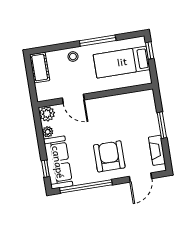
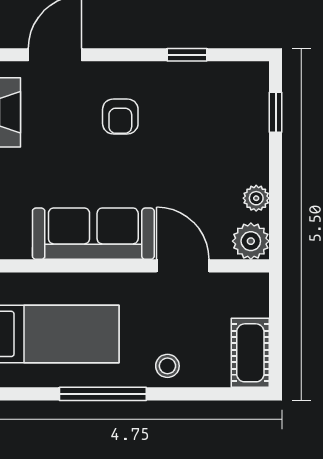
armchair: (109, 156) -> (120, 116), width x0.53, depth x0.53
sofa: (58, 162) -> (93, 234), moved, turned 90
window: (86, 186) -> (187, 55), width x0.32

